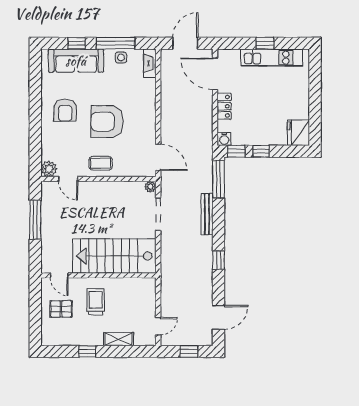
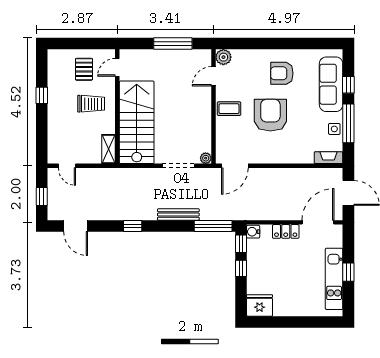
coffee table: (101, 163) -> (229, 109), turned 90
shelving: (119, 339) -> (109, 149), moved

